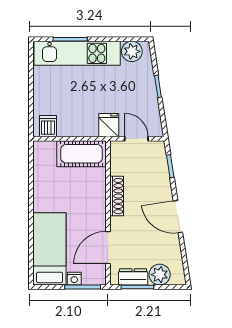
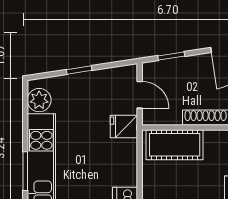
door: (136, 139) -> (140, 95), swing flipped
cot: (81, 154) -> (175, 145), moved, turned 90

